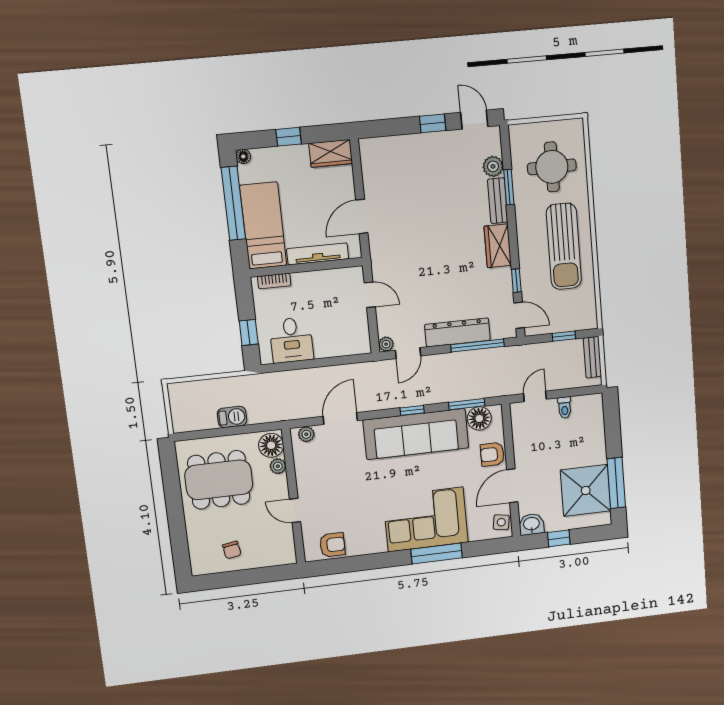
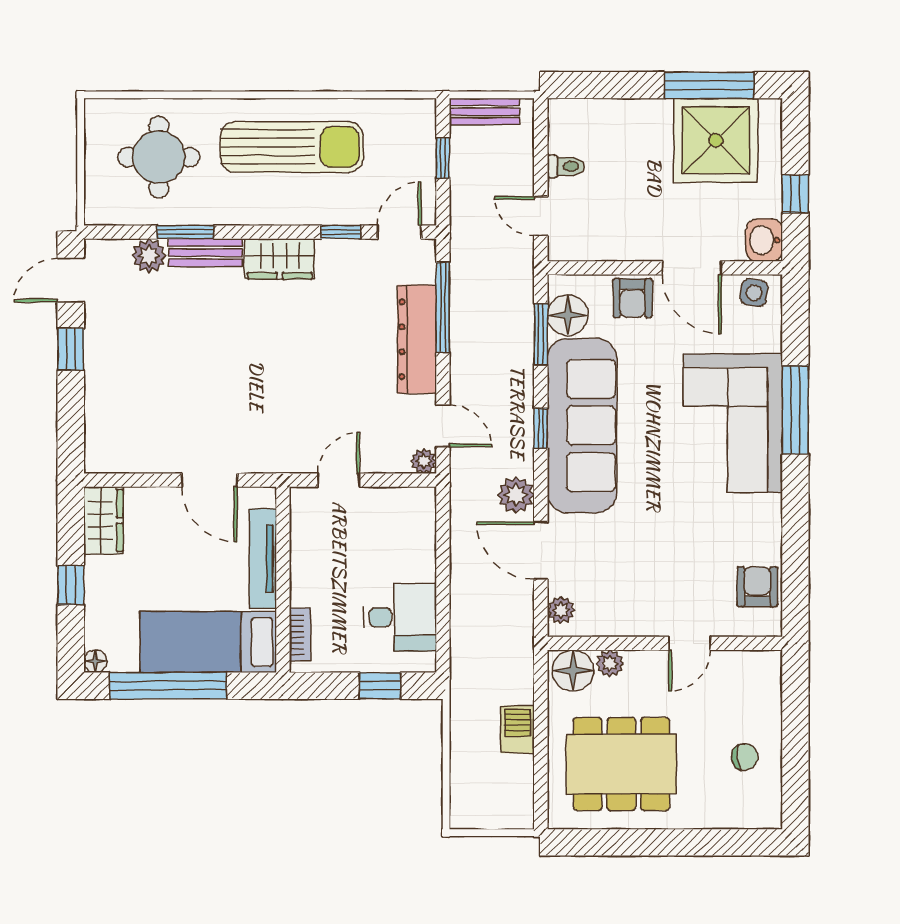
plant: (372, 400) -> (516, 495), added
dining table: (219, 480) -> (621, 764), turned 90

